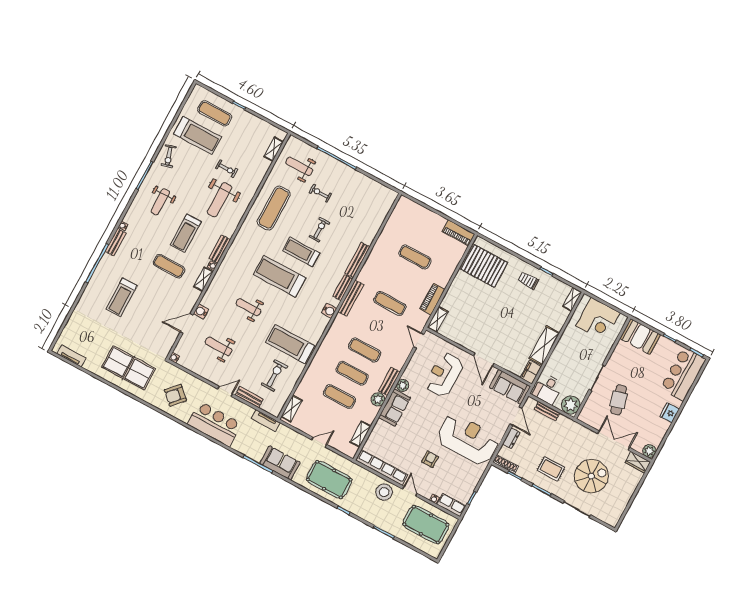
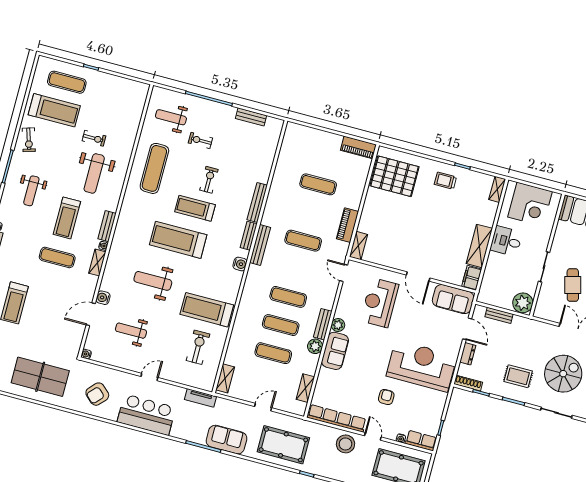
shelving: (274, 149) -> (139, 105), removed
weight bench: (248, 307) -> (153, 281), width x1.36, depth x1.33
desk: (548, 389) -> (506, 241), moved, turned 90
bench: (249, 397) -> (251, 117), moved

